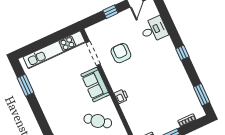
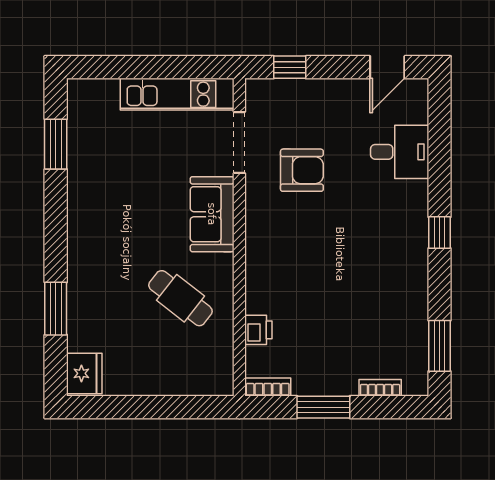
window: (110, 12) -> (290, 67), moved
kitchen unit: (54, 50) -> (177, 94), width x0.73
armchair: (121, 53) -> (302, 170), turned 90
printer: (121, 96) -> (258, 330), moved

